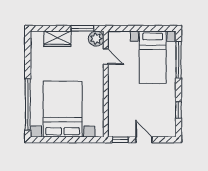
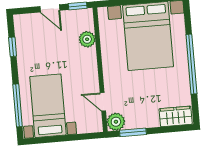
wardrobe: (57, 39) -> (176, 116), moved
window: (28, 104) -> (191, 64), moved
plant: (115, 111) -> (87, 39), added

